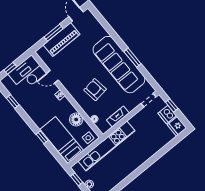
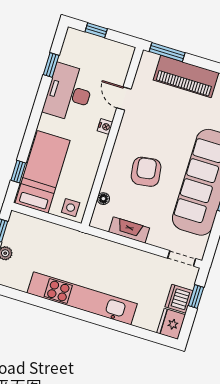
window: (54, 33) -> (167, 52), moved
desk: (27, 73) -> (69, 93), moved, turned -90
floor lamp: (76, 120) -> (85, 173), removed
window: (42, 137) -> (18, 172), moved
kitchen unit: (106, 146) -> (82, 298), moved, turned 180

